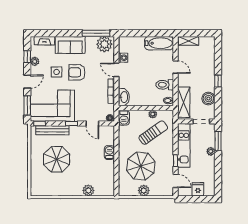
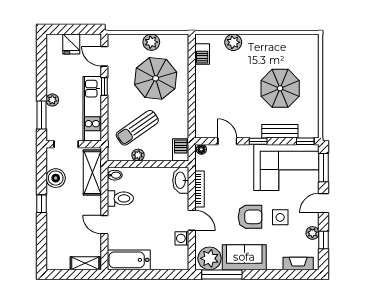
sofa: (70, 45) -> (244, 257), moved
bench: (52, 130) -> (280, 131), width x0.73
barbecue: (109, 153) -> (202, 54), moved

